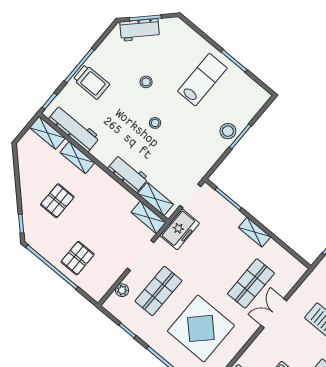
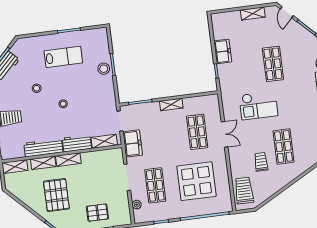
lab bench: (202, 80) -> (63, 57), turned 90
workbench: (74, 128) -> (43, 148), moved
pallet: (57, 201) -> (56, 195), width x1.50, depth x1.42
shelving: (148, 217) -> (68, 160), moved
pallet: (78, 258) -> (97, 213), turned 90
double door: (274, 313) -> (224, 134), swing flipped

